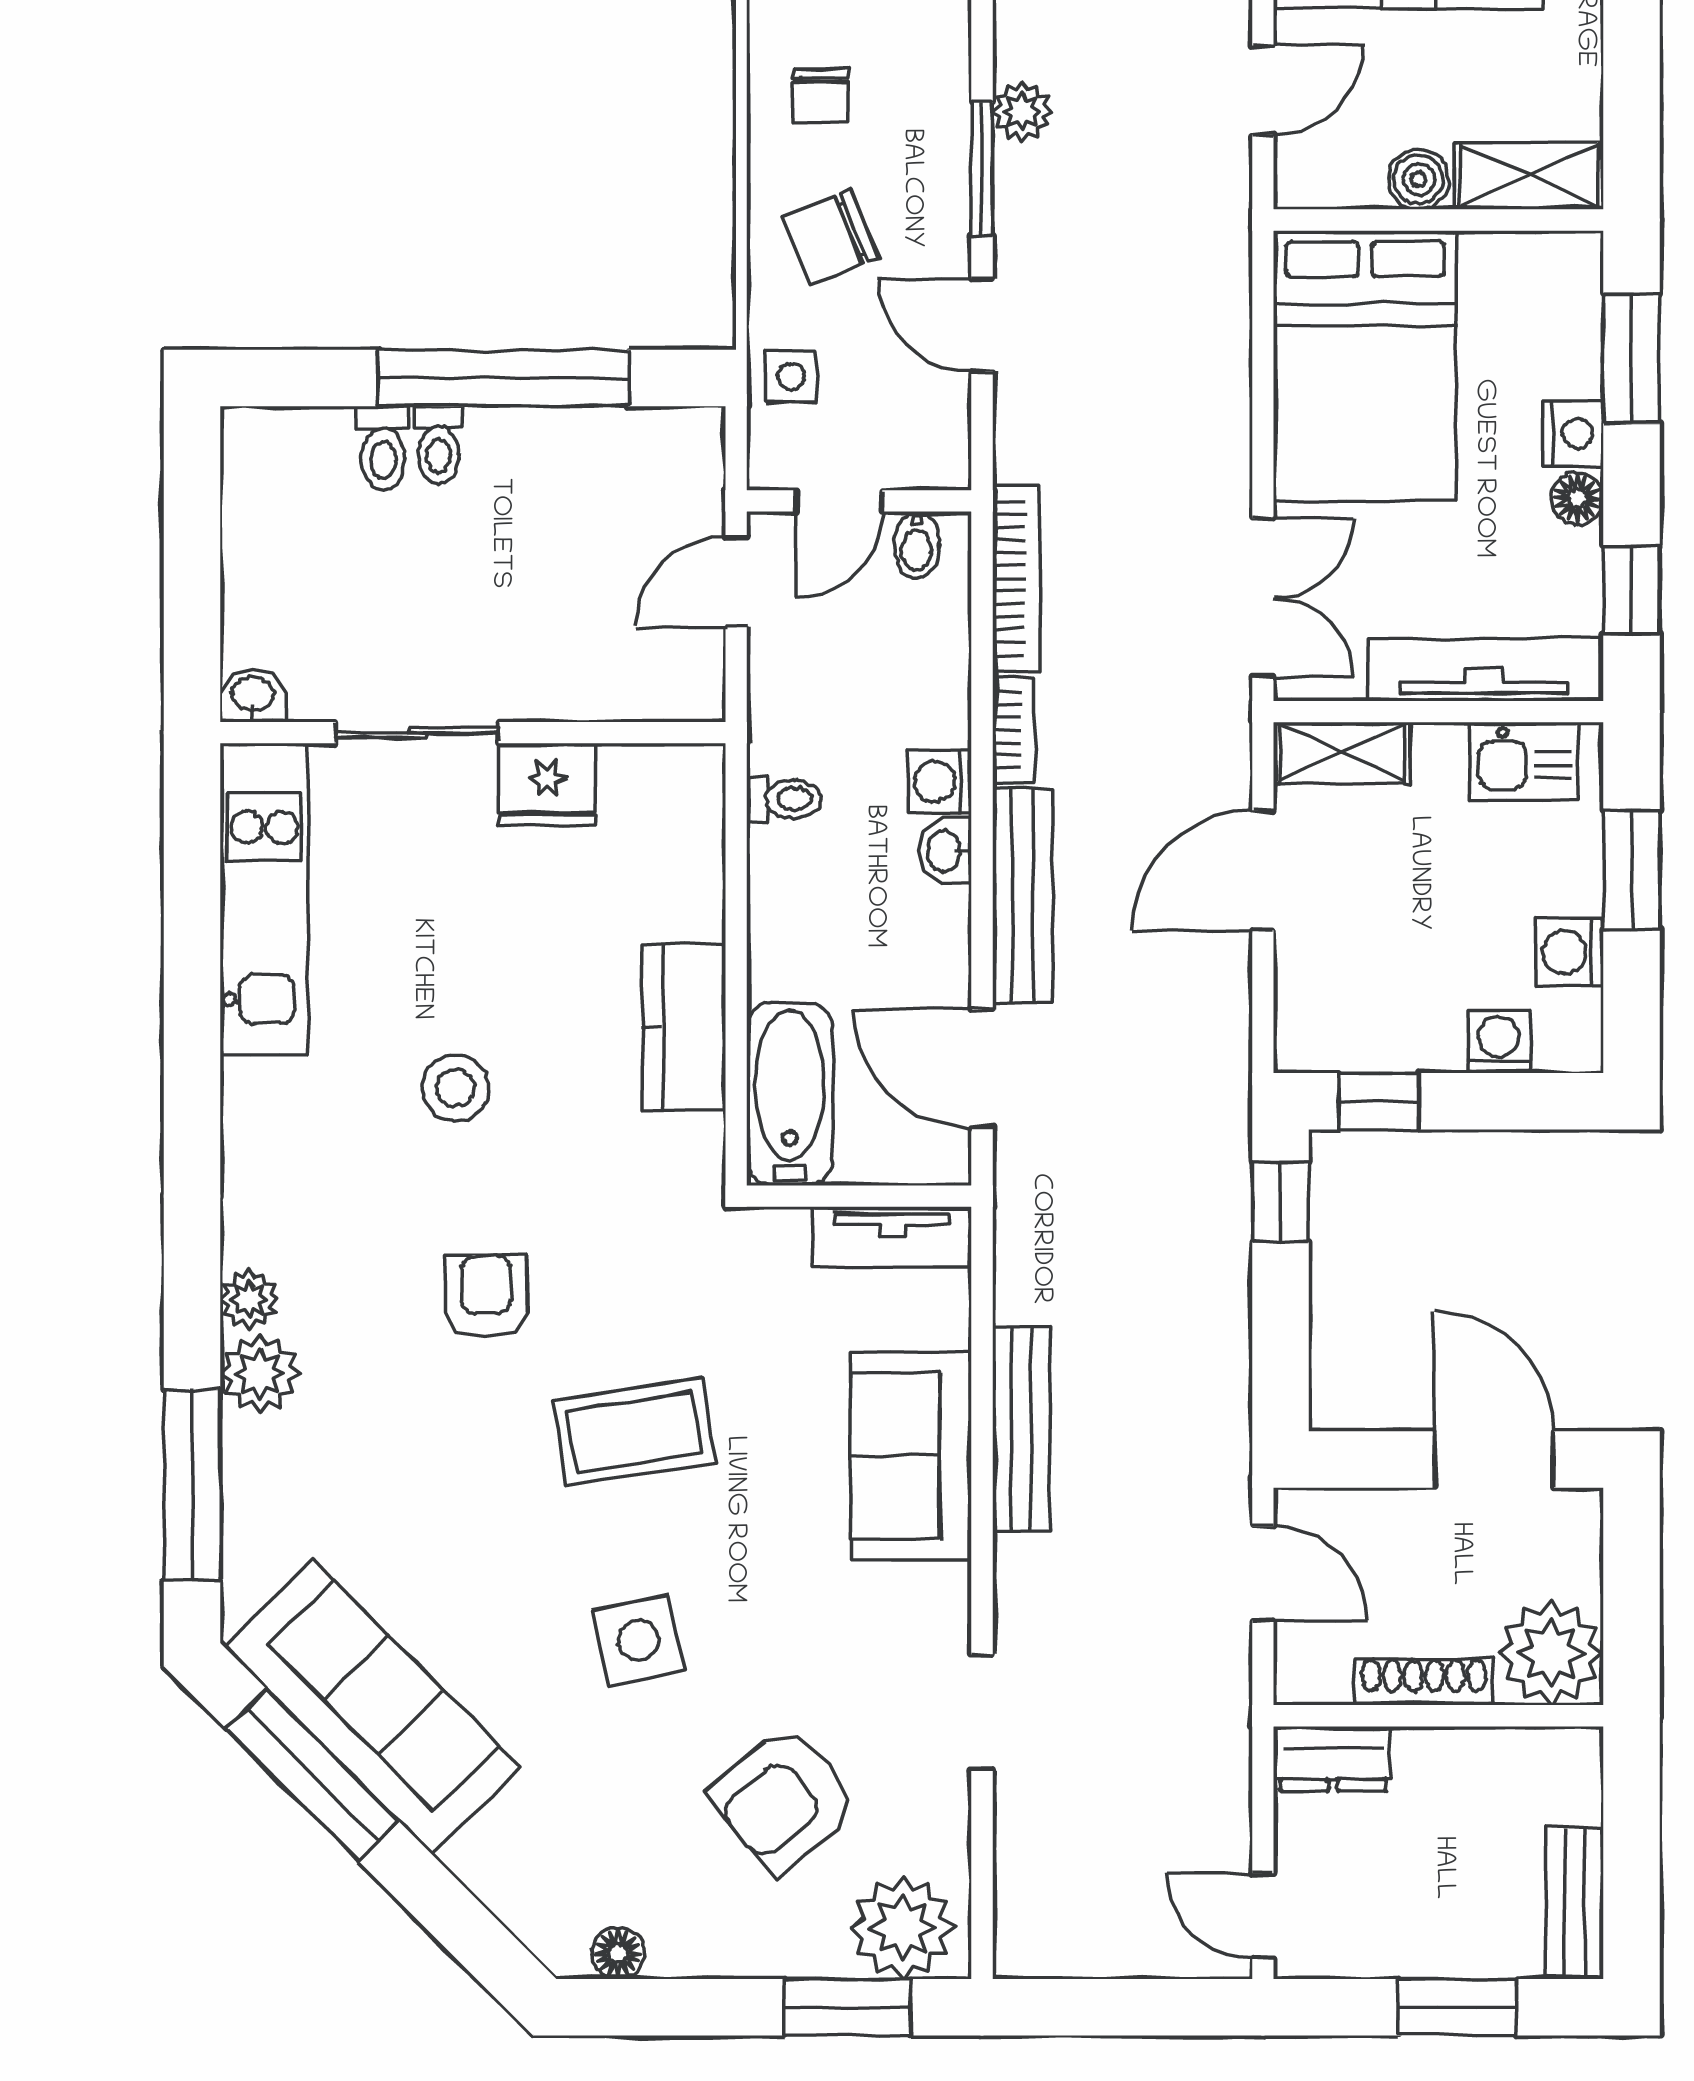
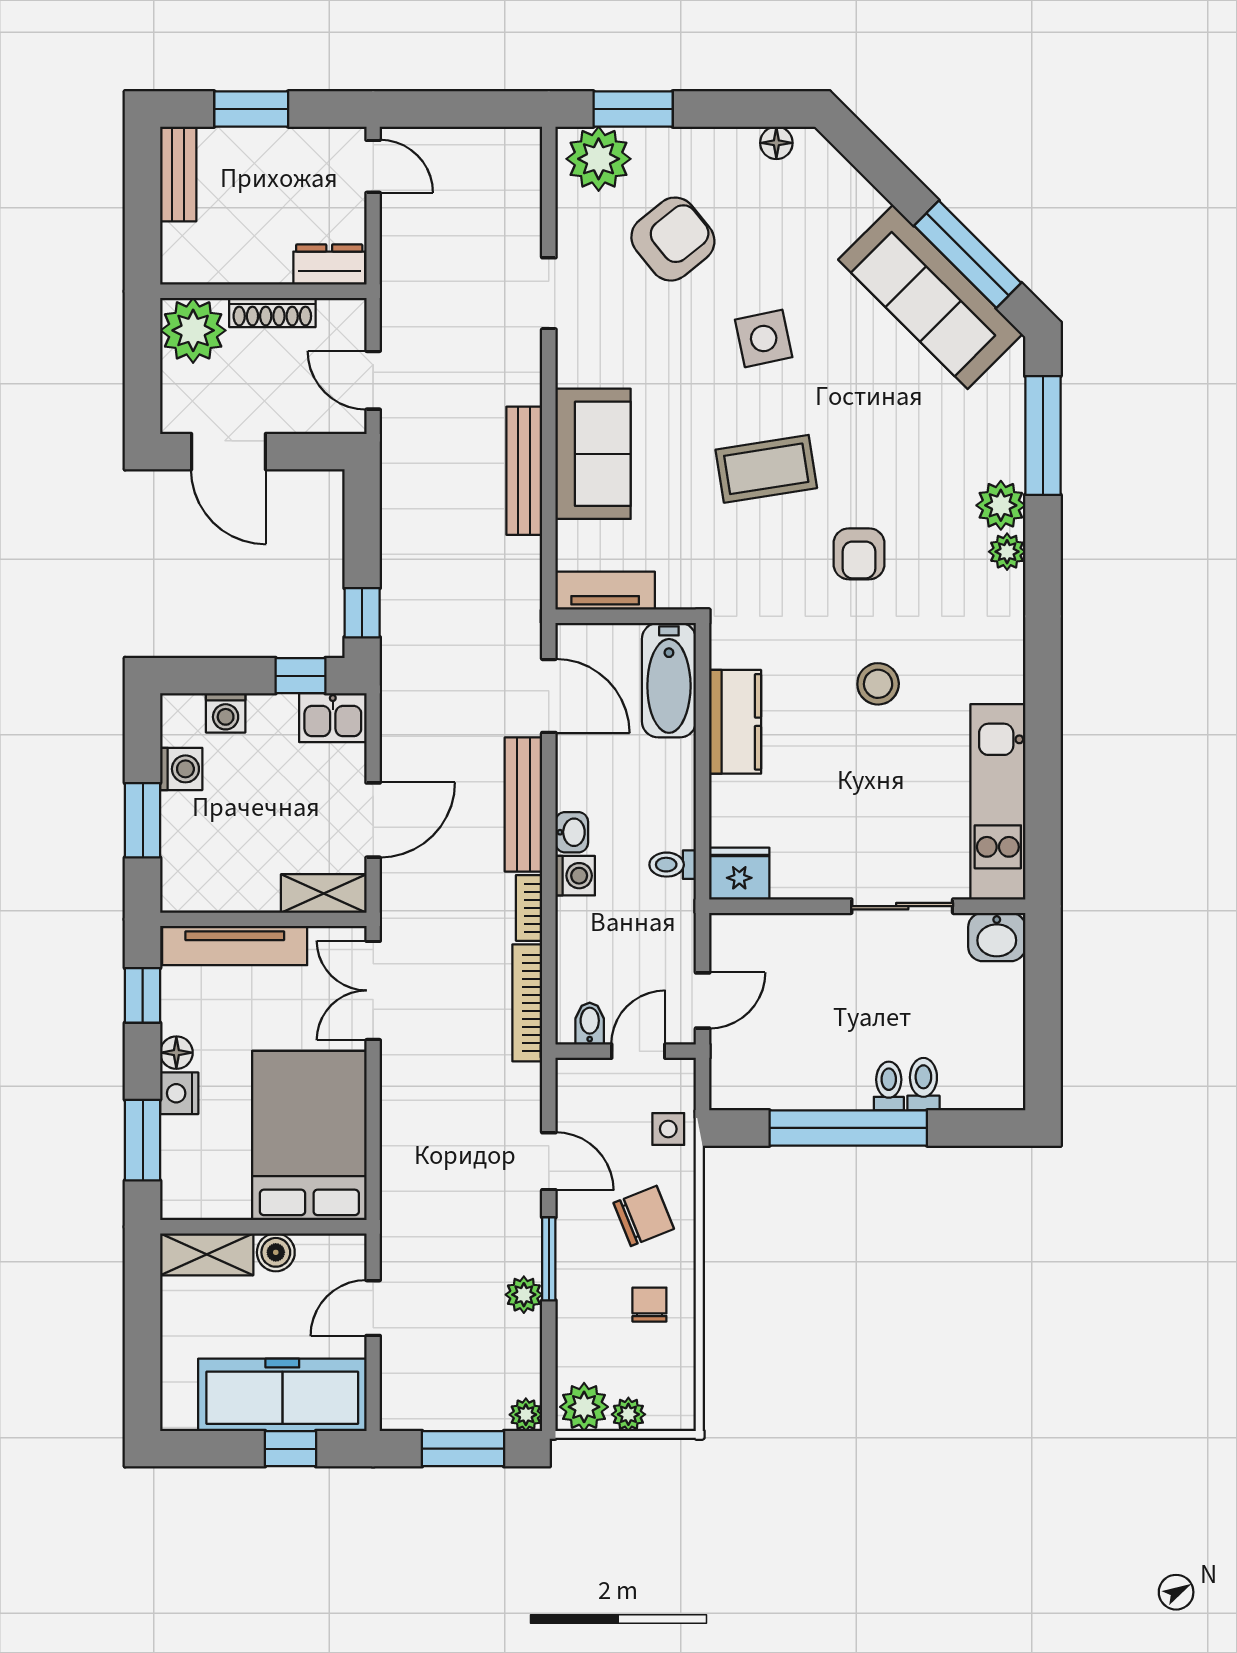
washbasin: (253, 695) -> (997, 937), width x1.38, depth x1.45
kitchen sink: (1524, 761) -> (333, 718), moved, turned 180
fridge: (547, 785) -> (739, 874), moved

